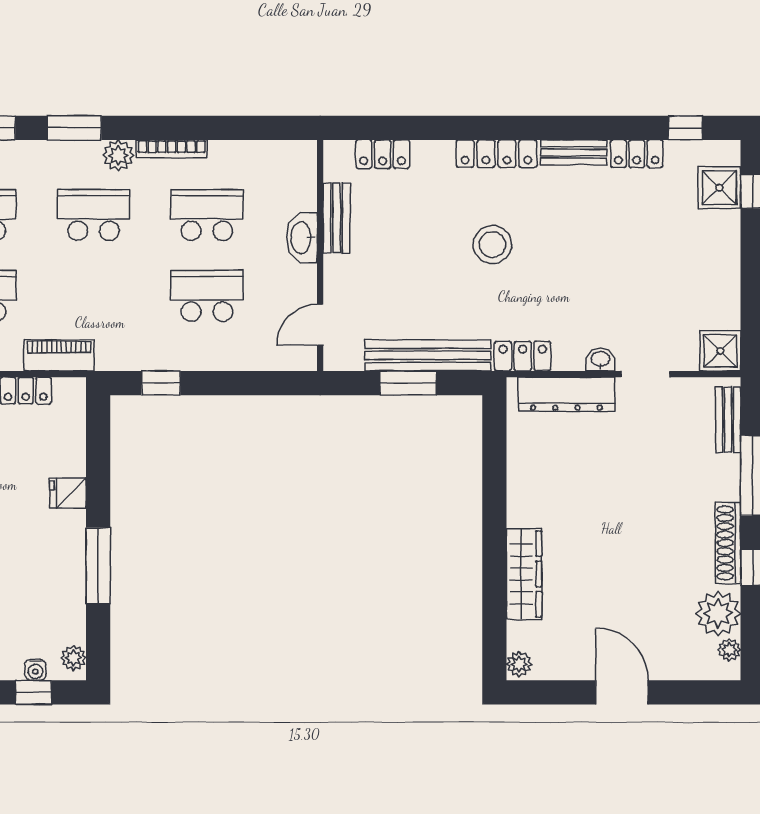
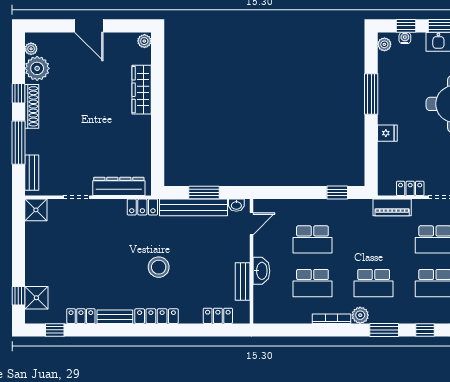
washbasin: (600, 360) -> (236, 205), moved

